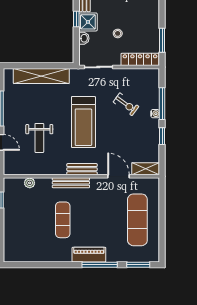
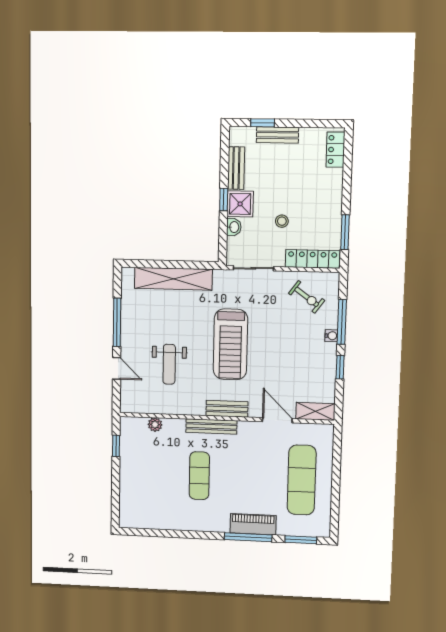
exercise bike: (126, 104) -> (307, 297), moved
piano: (89, 255) -> (253, 524), moved

